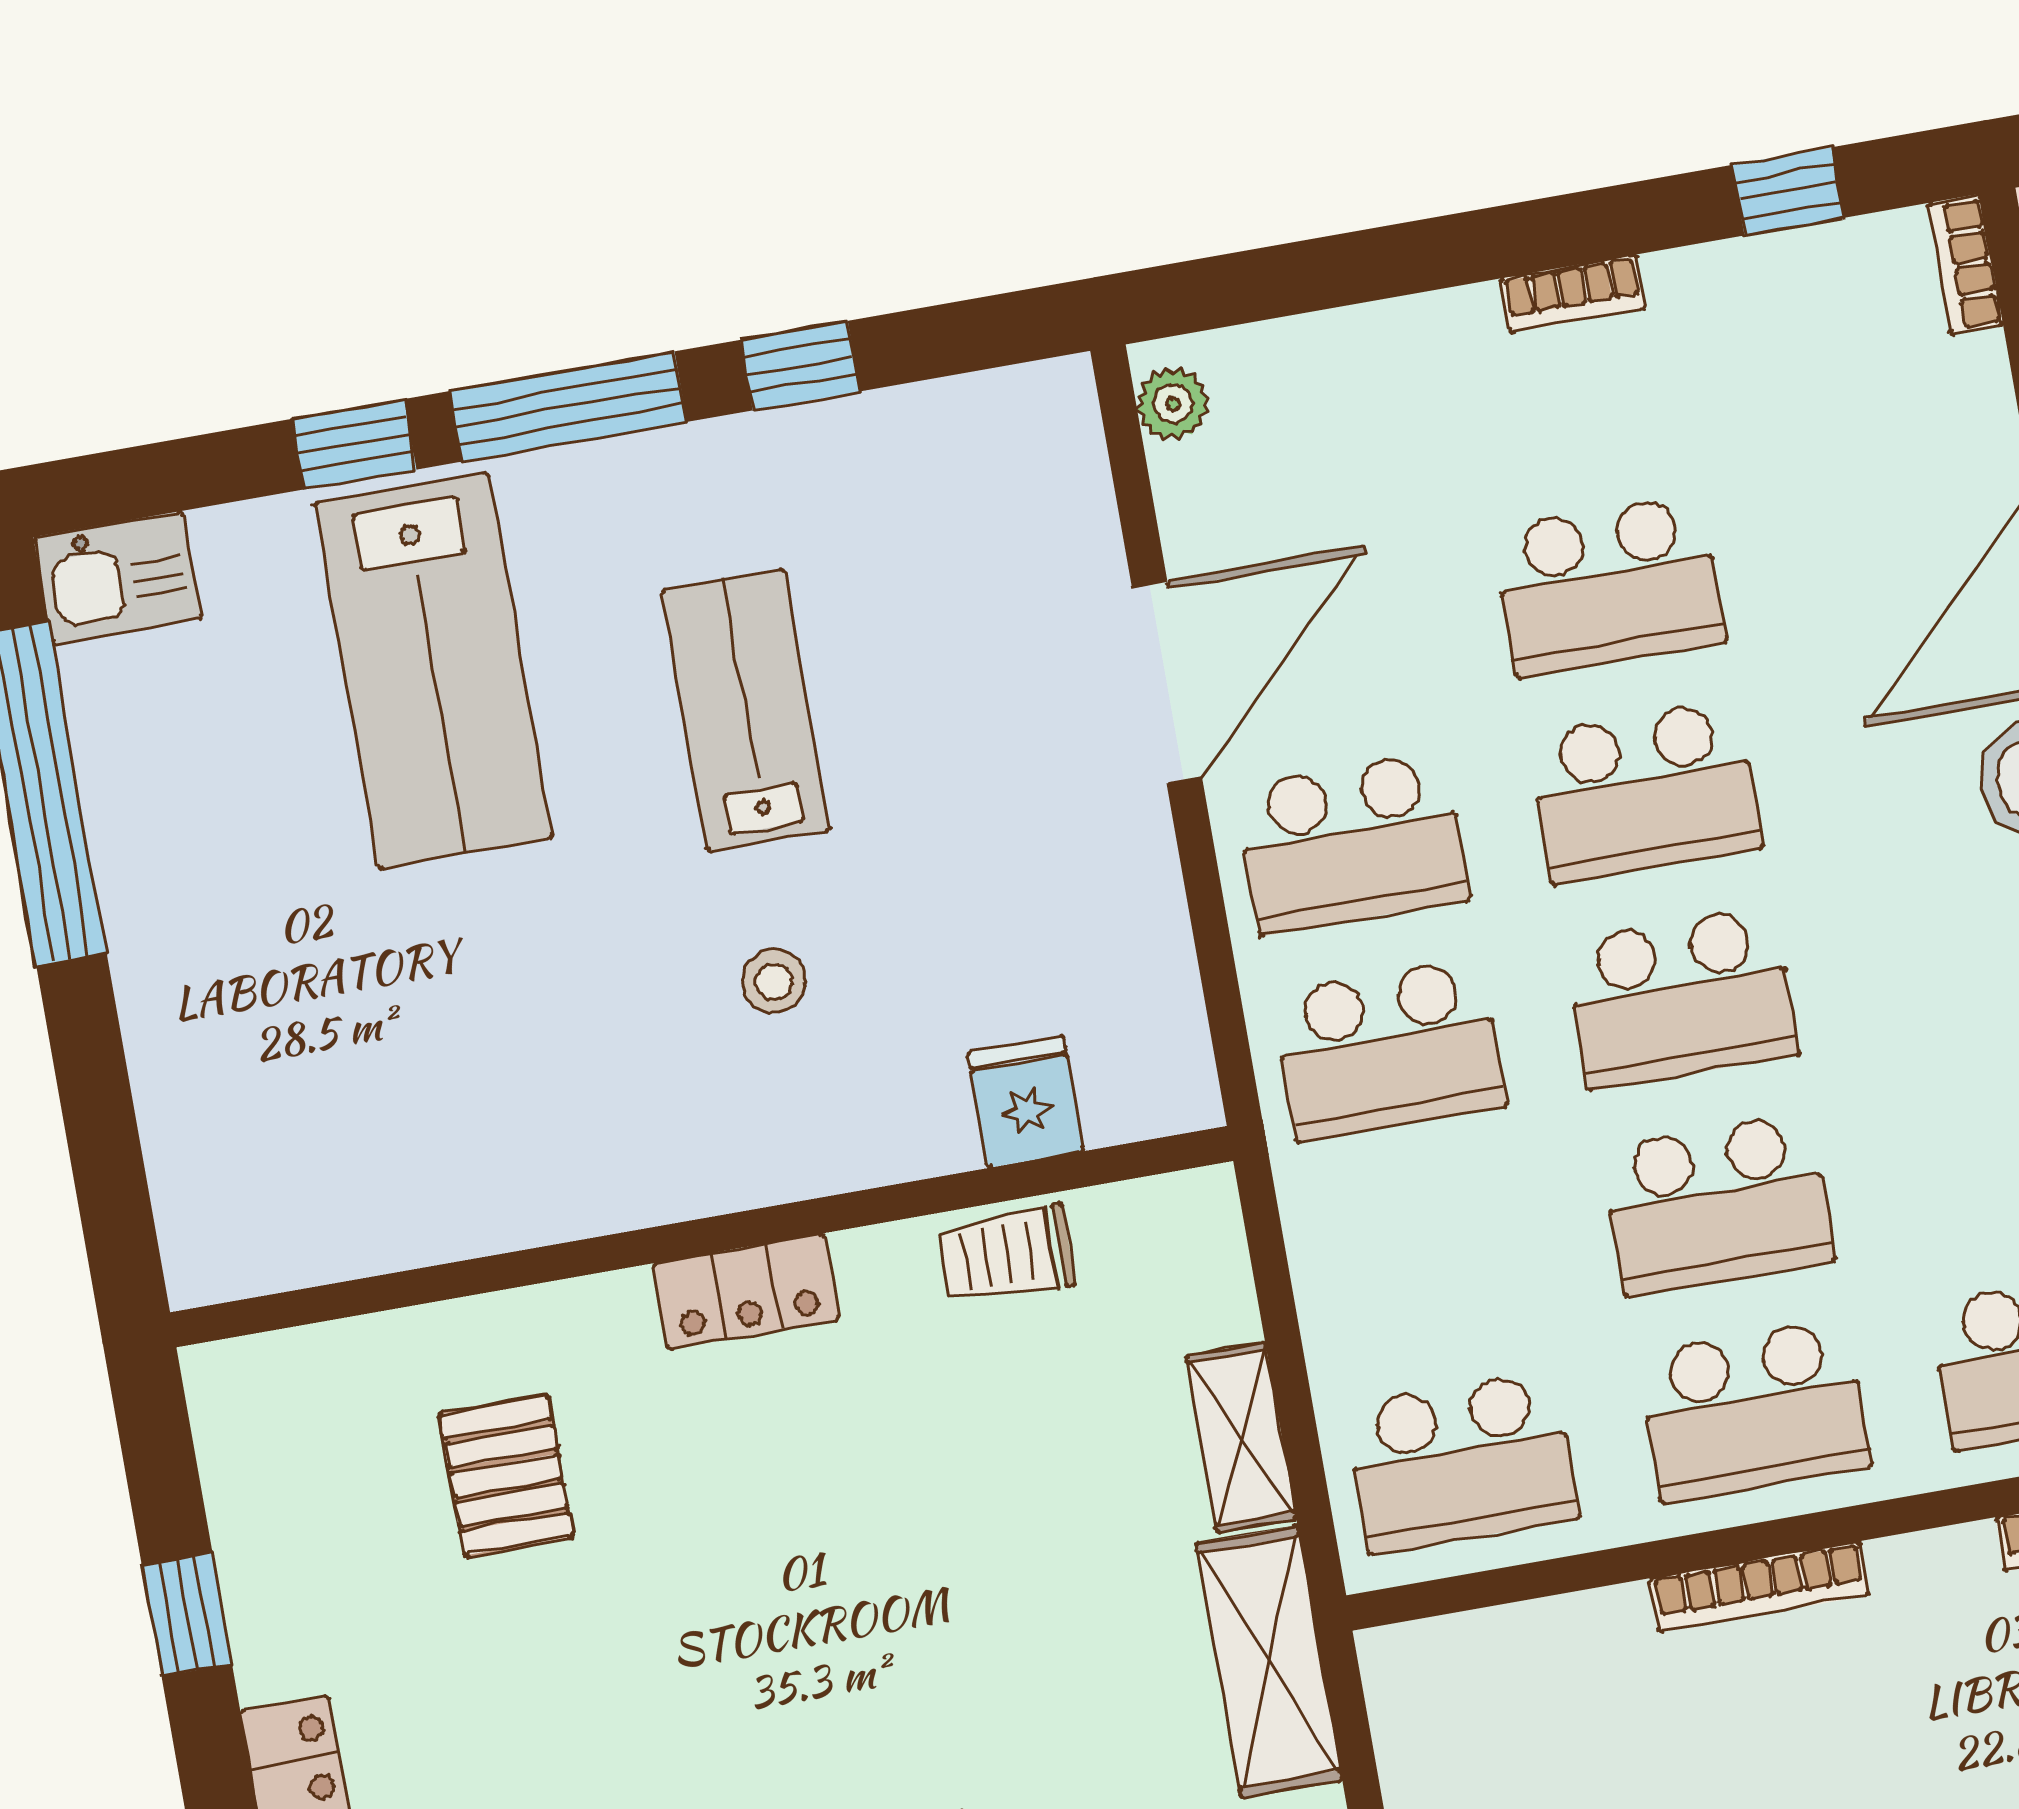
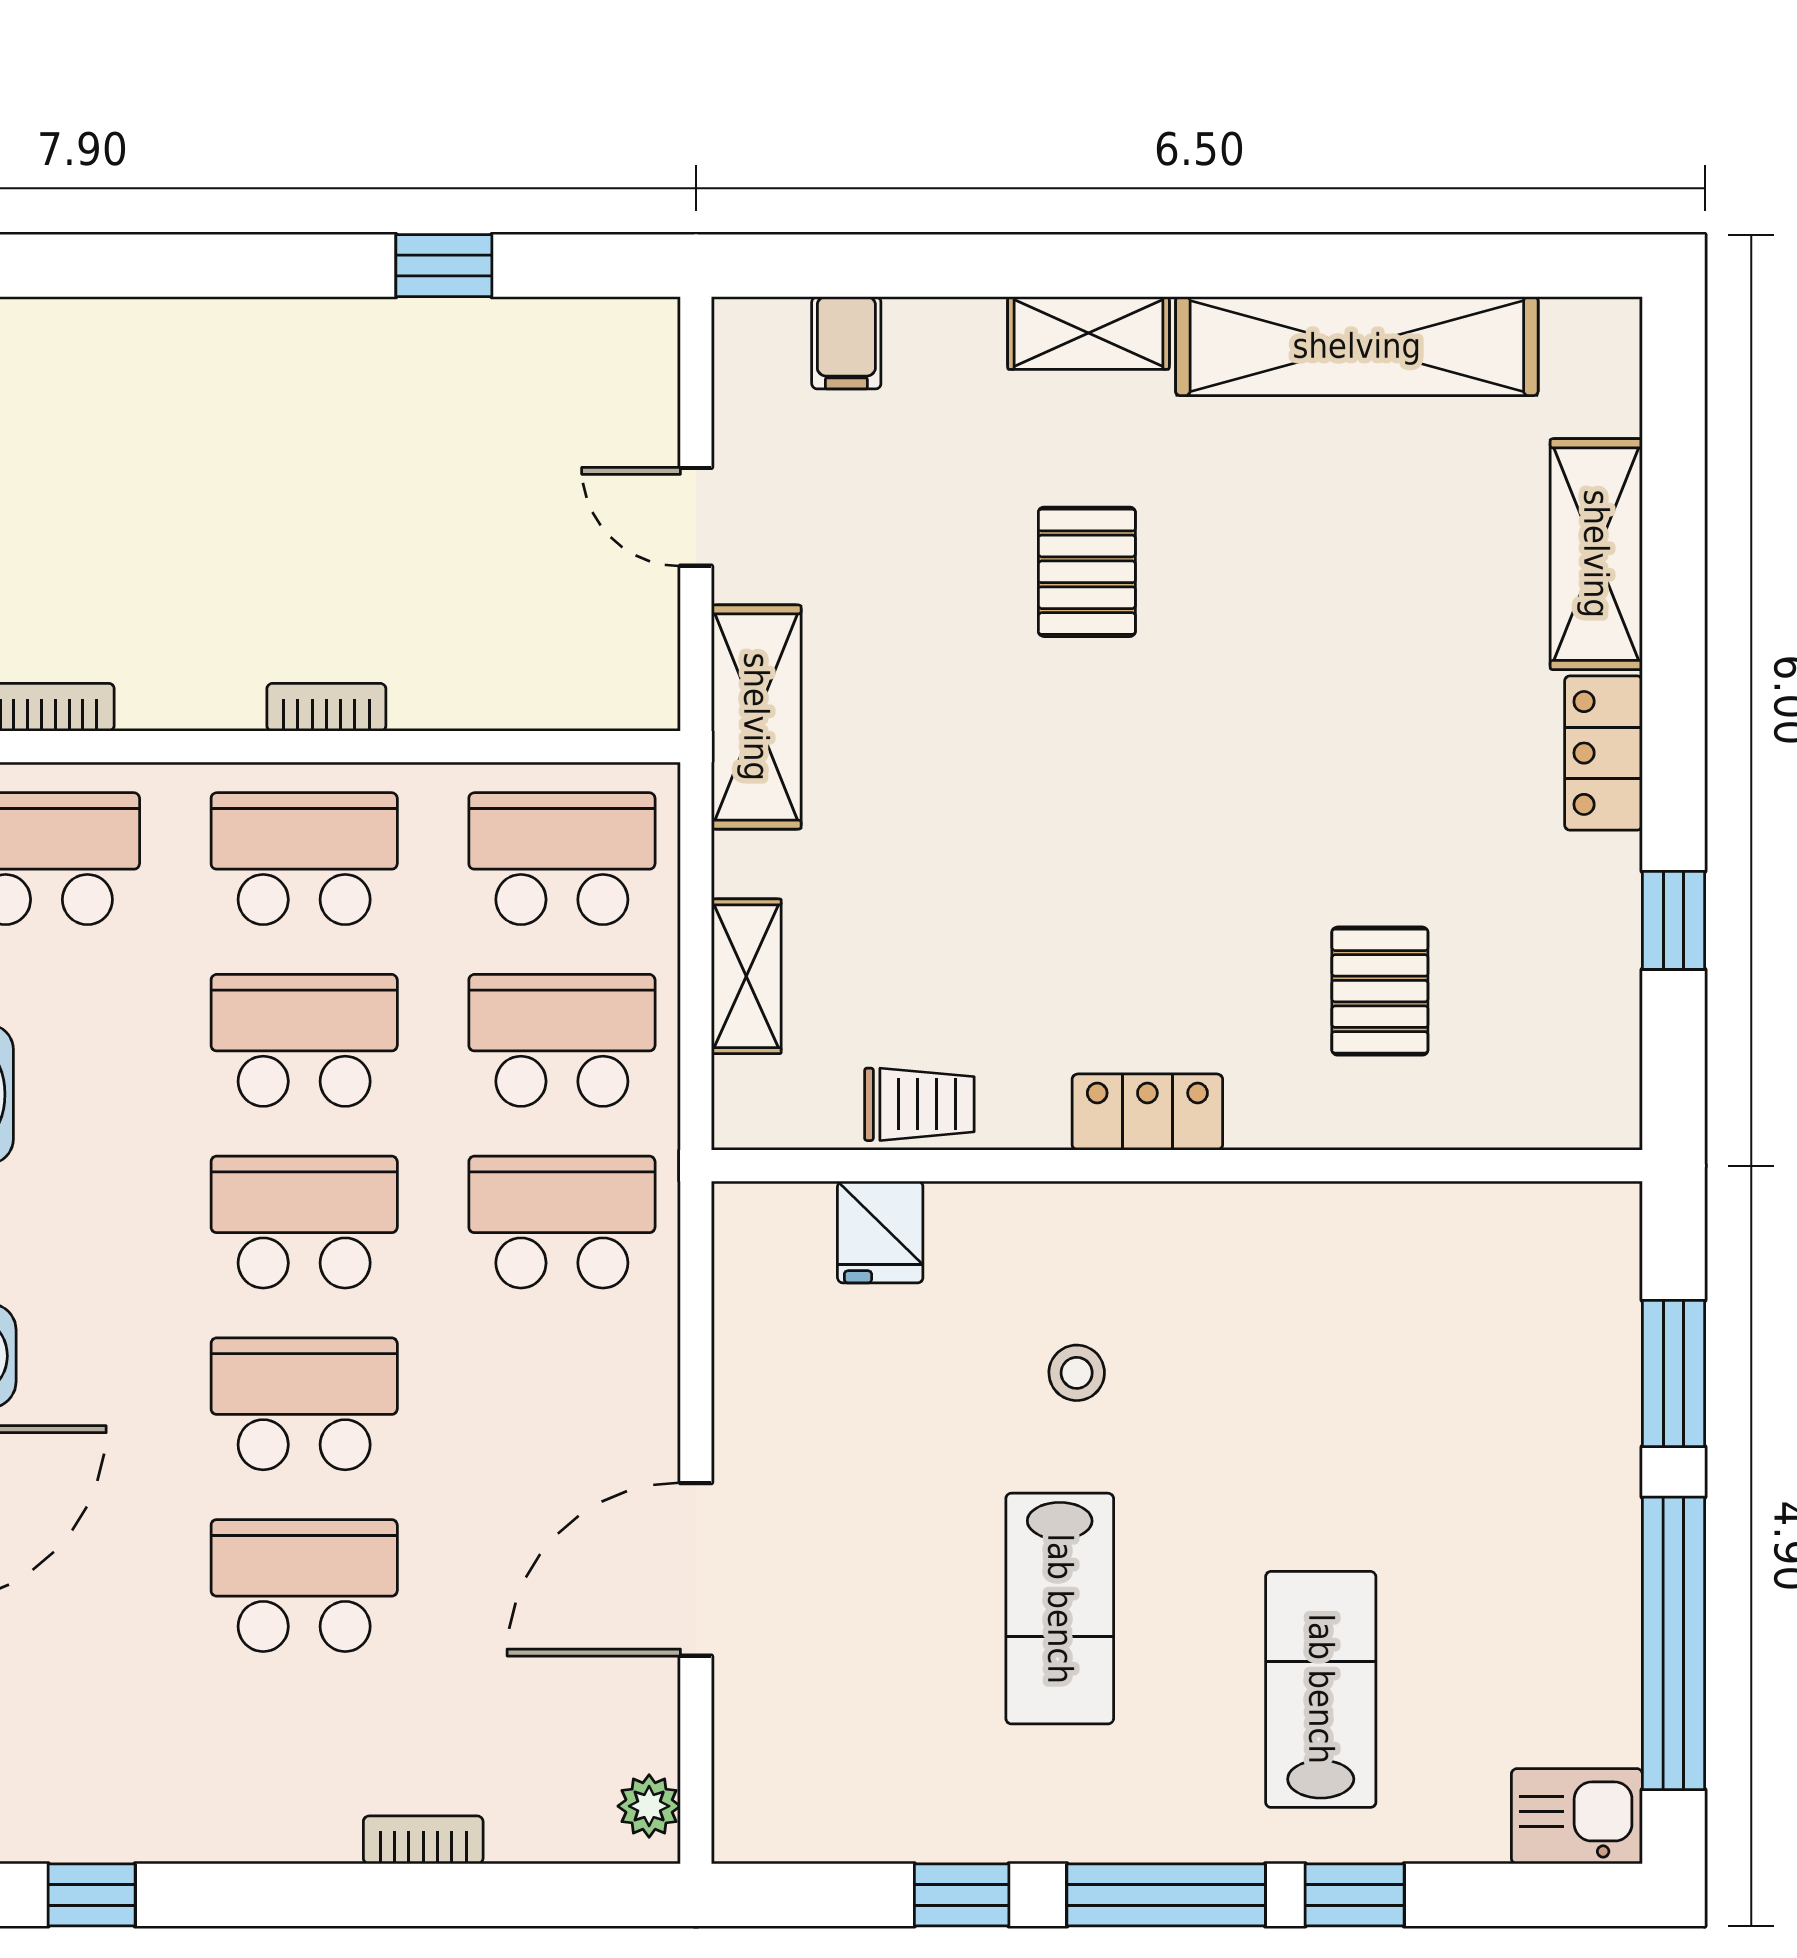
bookcase: (1573, 294) -> (423, 1840), moved
lab bench: (434, 671) -> (1321, 1689), width x0.73, depth x0.72
school desk: (1352, 843) -> (562, 1040), moved
window: (96, 1100) -> (1674, 1373), added
shelving: (1241, 1437) -> (746, 976), moved
bookcase: (1759, 1587) -> (326, 707), width x0.64

